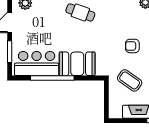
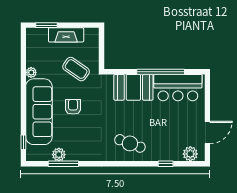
armchair: (132, 46) -> (73, 107), turned -90
window: (10, 52) -> (207, 101), removed

